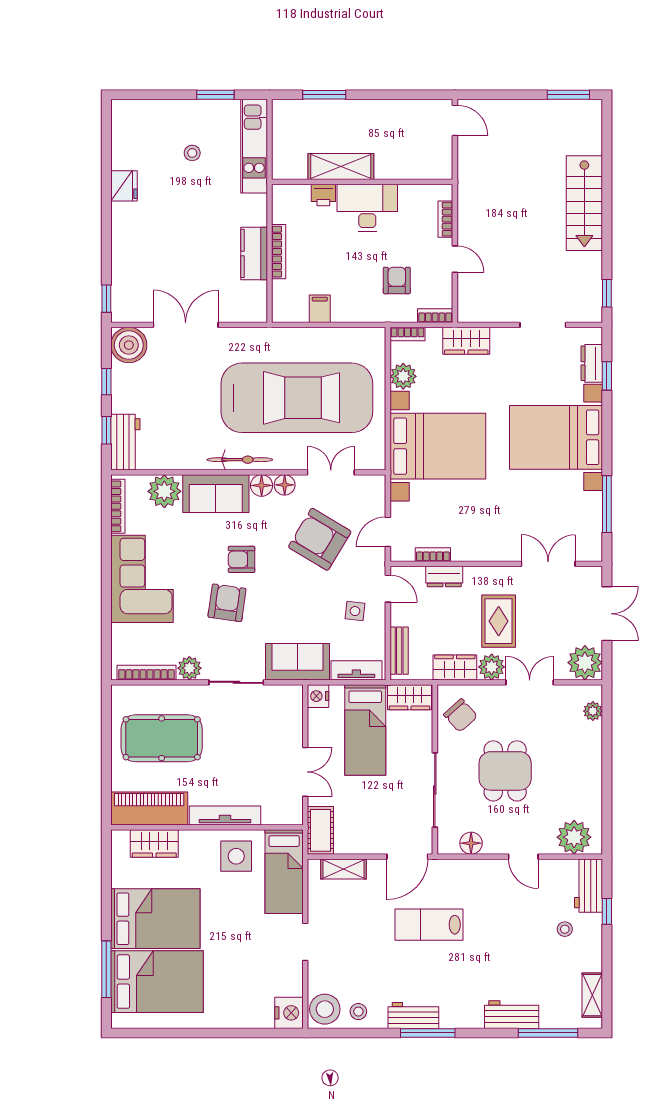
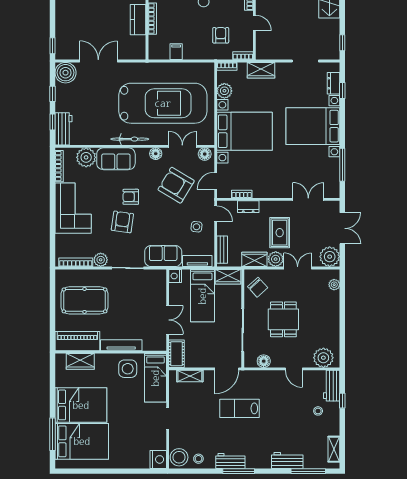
floor lamp: (262, 485) -> (205, 154), moved

